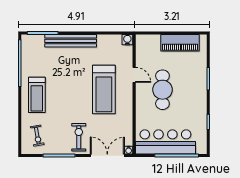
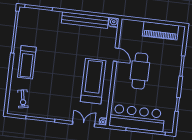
bench: (71, 41) -> (85, 20), moved
treadmill: (104, 89) -> (93, 81), moved, turned 180
exercise bike: (79, 137) -> (60, 105), removed
double door: (107, 156) -> (84, 124), width x0.73

